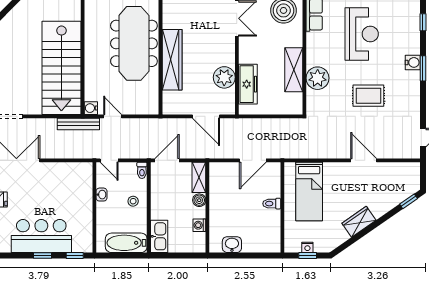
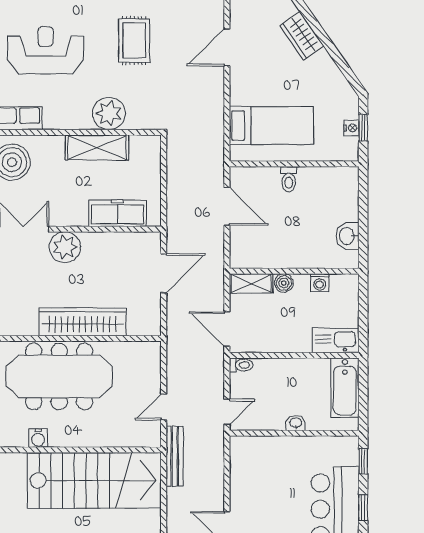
plant: (224, 77) -> (65, 247), moved
water cooler: (91, 108) -> (38, 438), moved
washbasin: (102, 195) -> (296, 423), moved
stool: (133, 201) -> (285, 378), removed
wardrobe: (359, 222) -> (302, 36), moved

